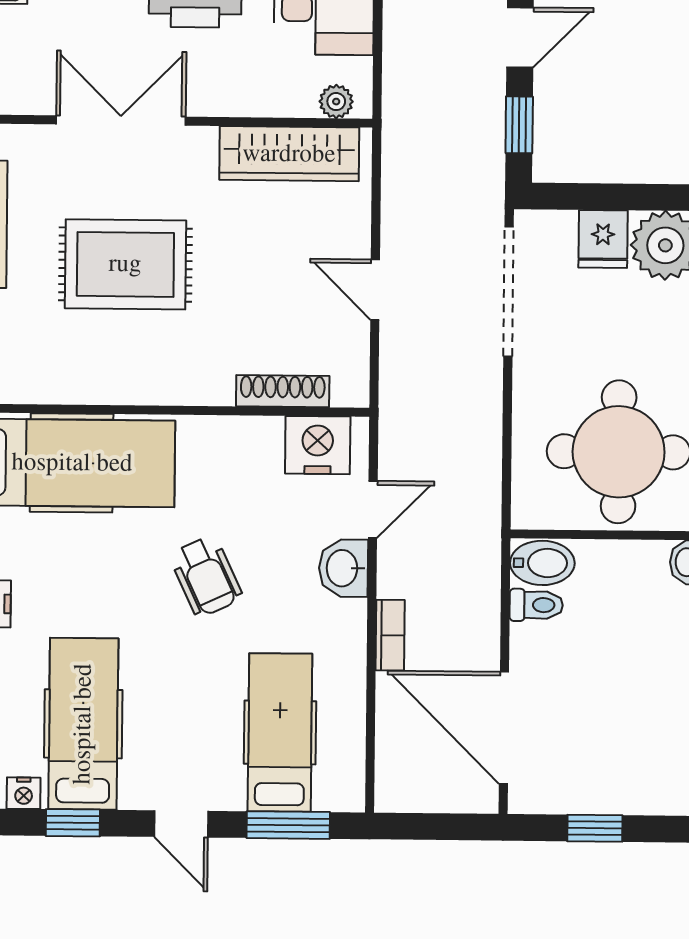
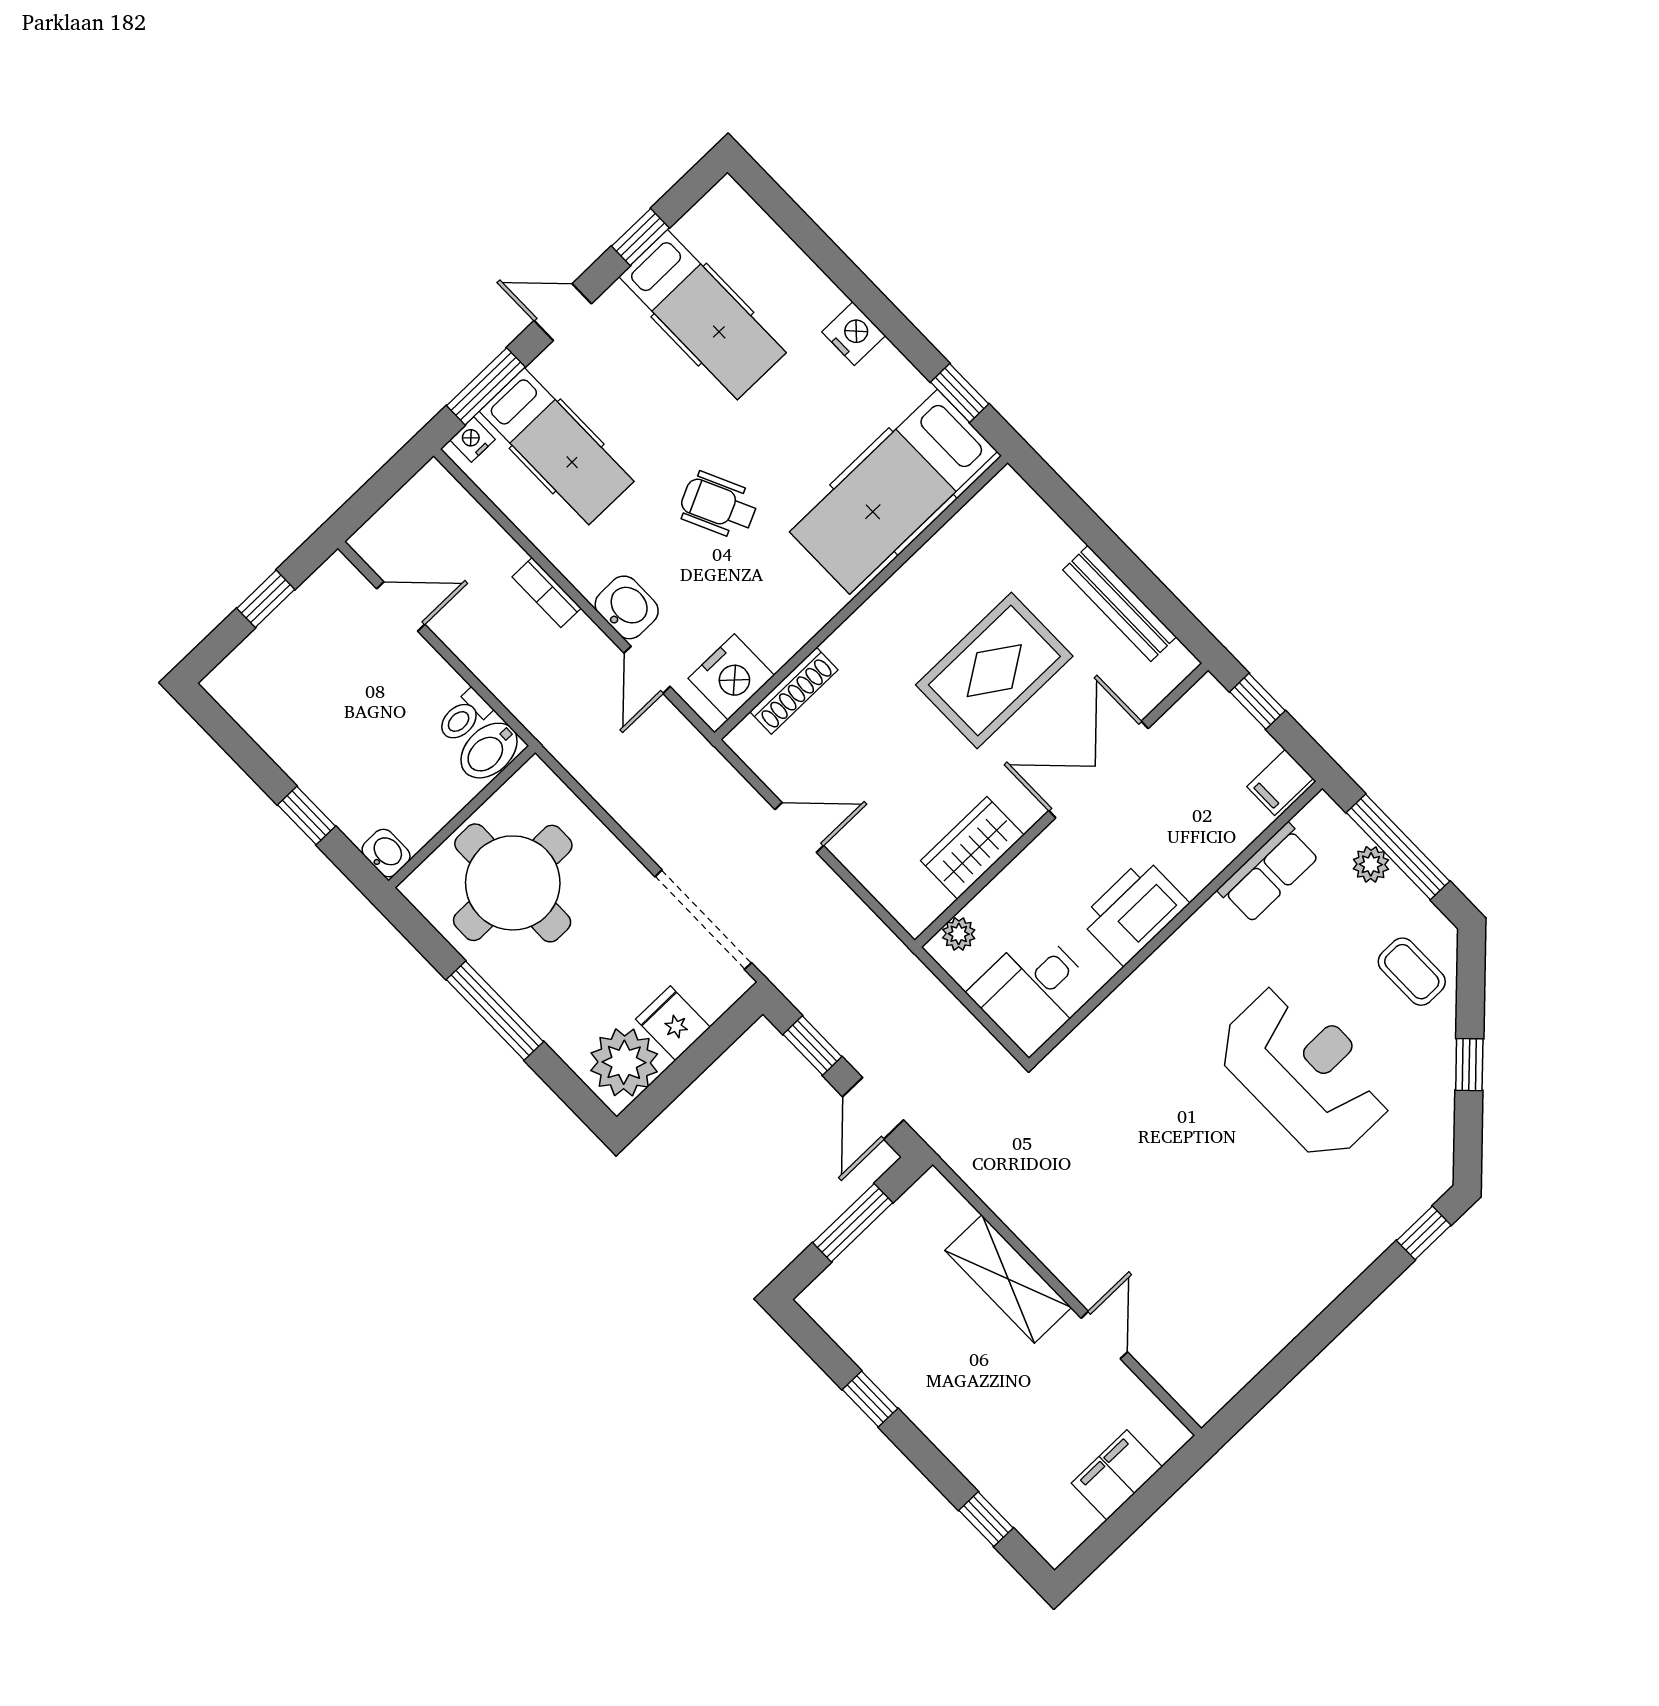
double door: (121, 120) -> (1098, 770), swing flipped
wardrobe: (289, 154) -> (972, 848), width x0.67
door: (504, 728) -> (401, 606), width x0.53
nightstand: (24, 793) -> (473, 440), moved

